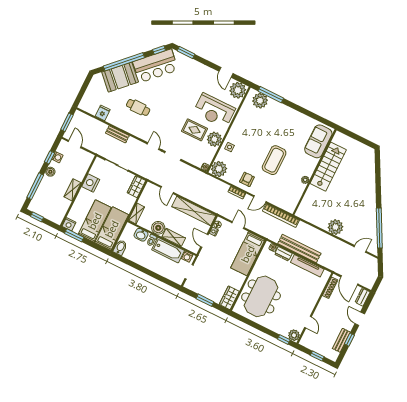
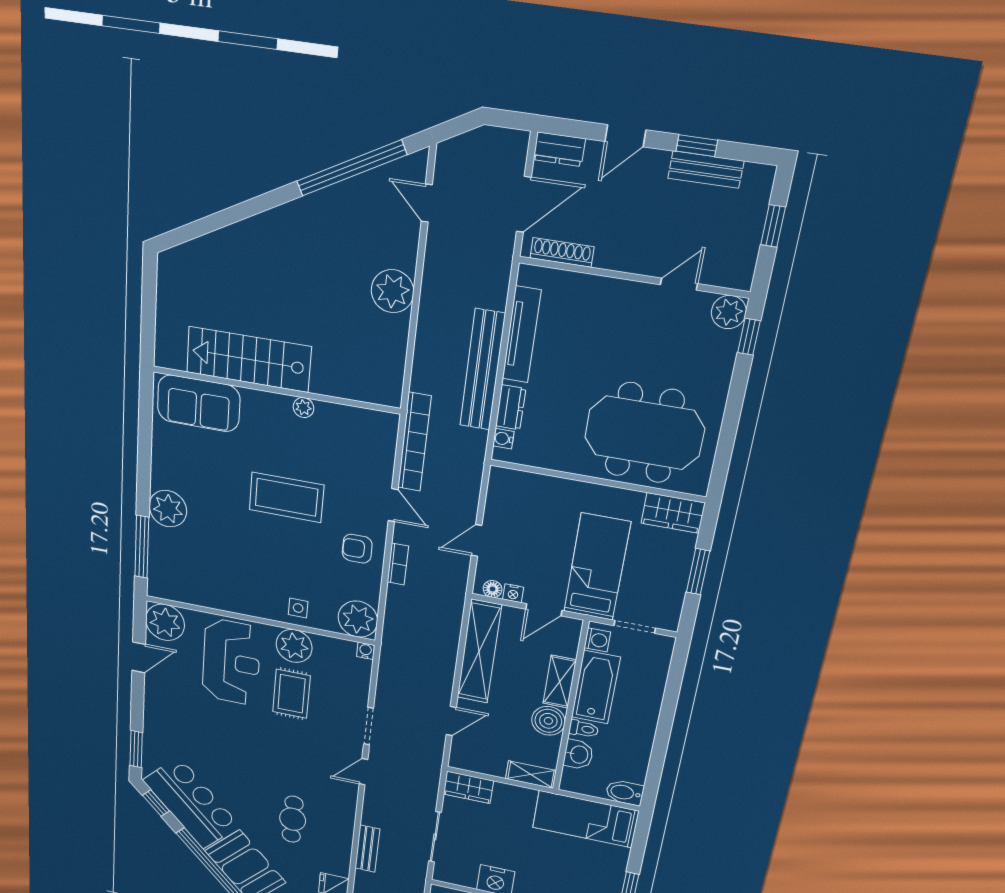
plant: (260, 101) -> (168, 509), moved
bed: (95, 221) -> (580, 857), removed
bed: (248, 254) -> (597, 567), moved, turned -90

